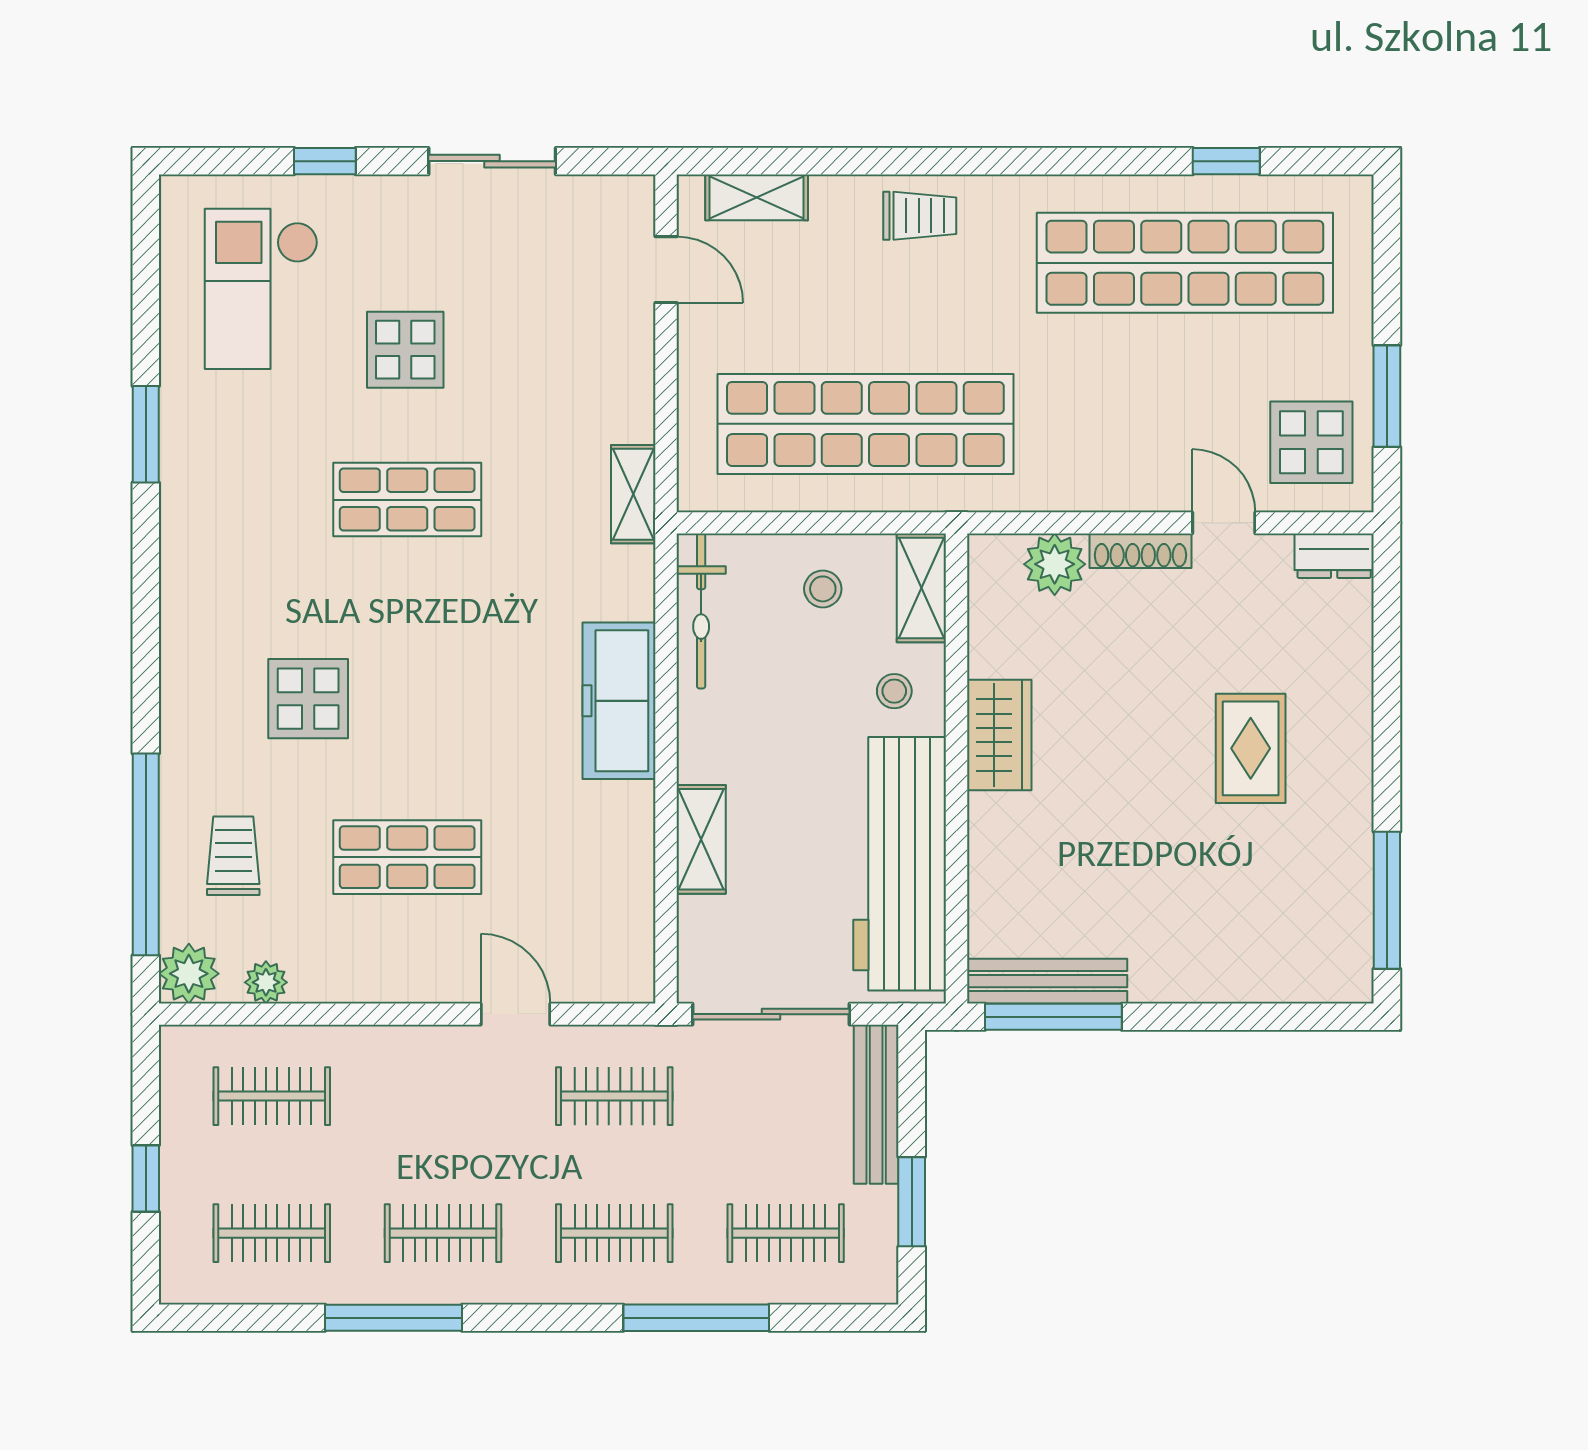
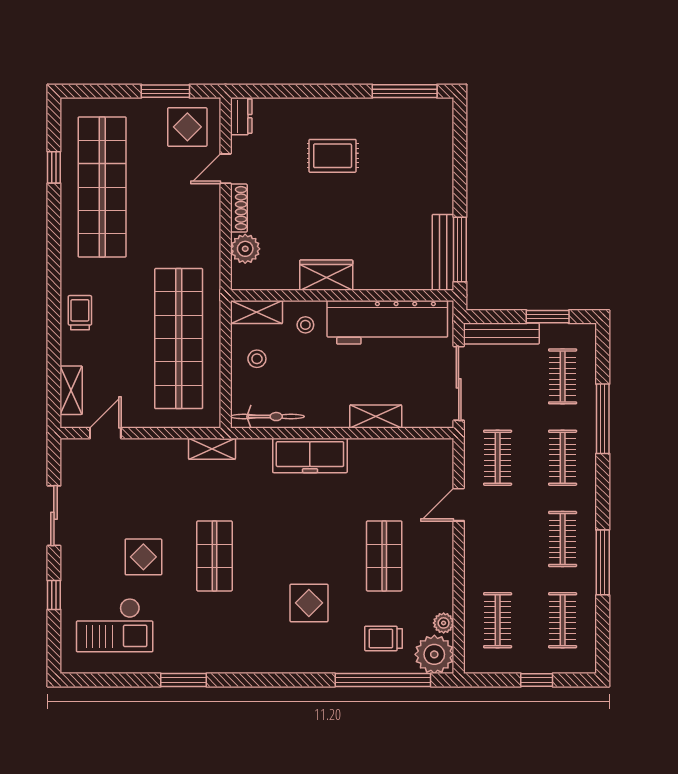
plant: (189, 974) -> (434, 654), width x1.36, depth x1.36

